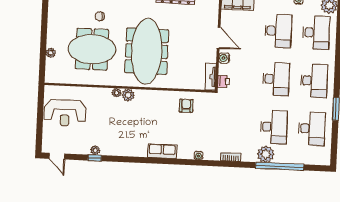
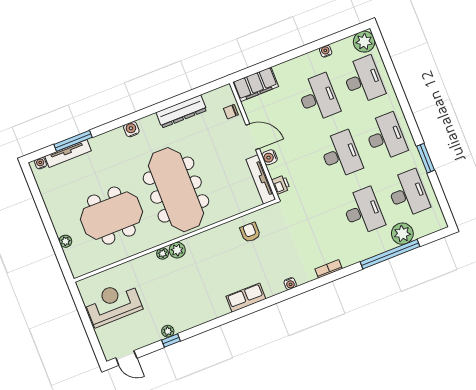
chair: (100, 16) -> (231, 112), moved
tv unit: (210, 77) -> (261, 179), width x1.41
reception desk: (65, 113) -> (113, 303), turned 180
plant: (266, 154) -> (402, 234), moved

